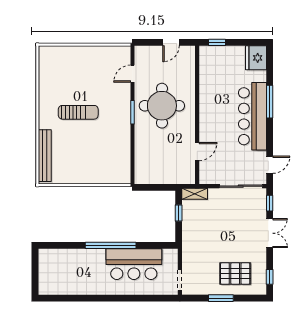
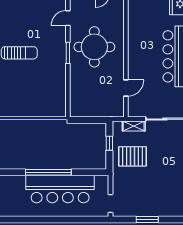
shelving: (195, 194) -> (134, 126), moved
bar counter: (134, 264) -> (60, 189), width x1.36
pallet: (235, 273) -> (133, 156), moved

